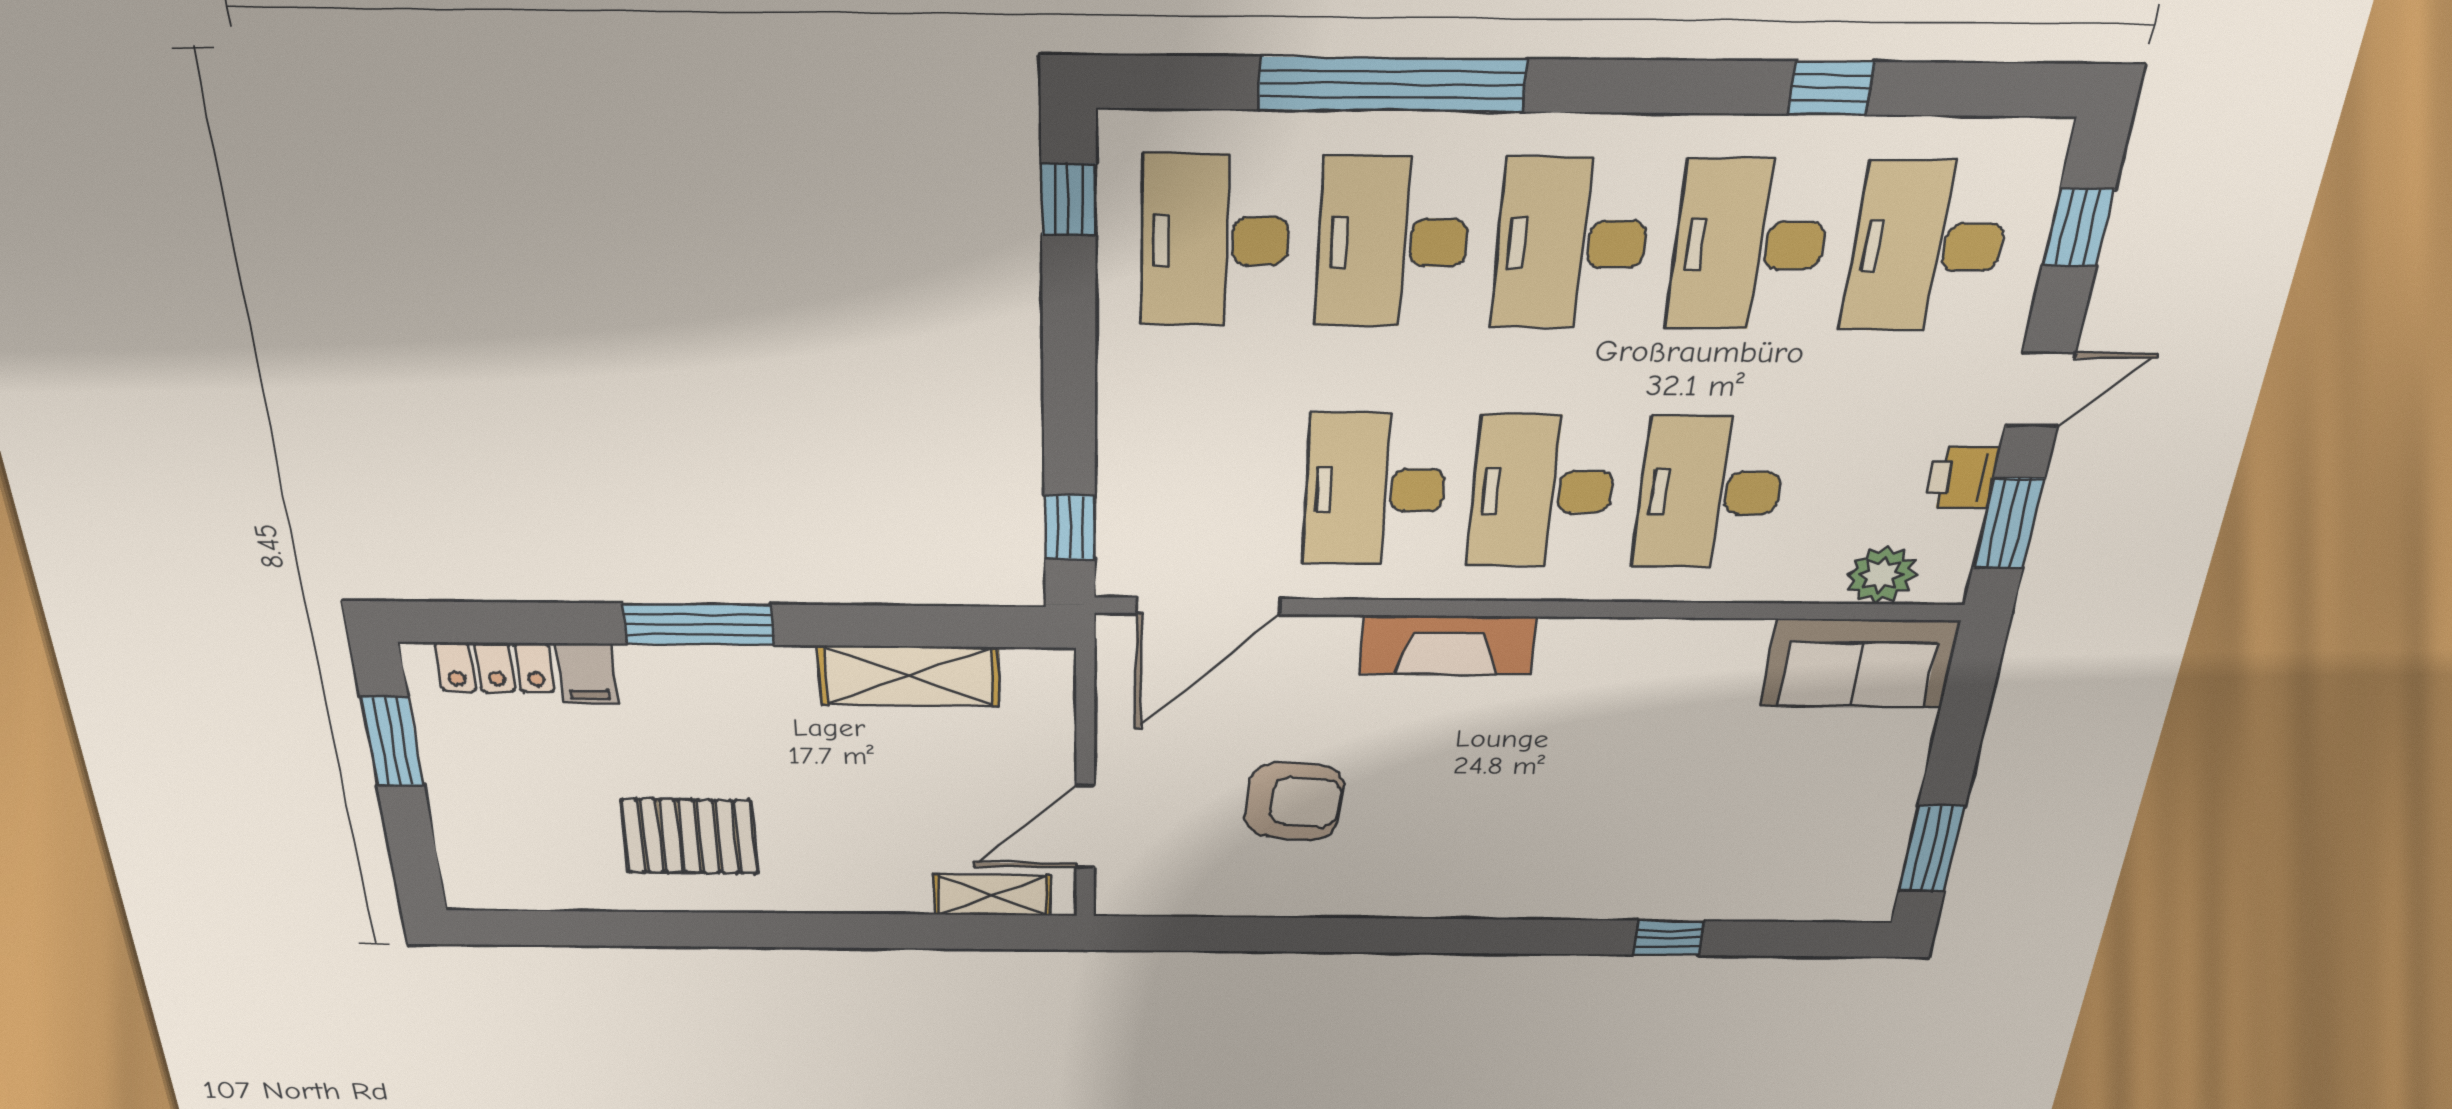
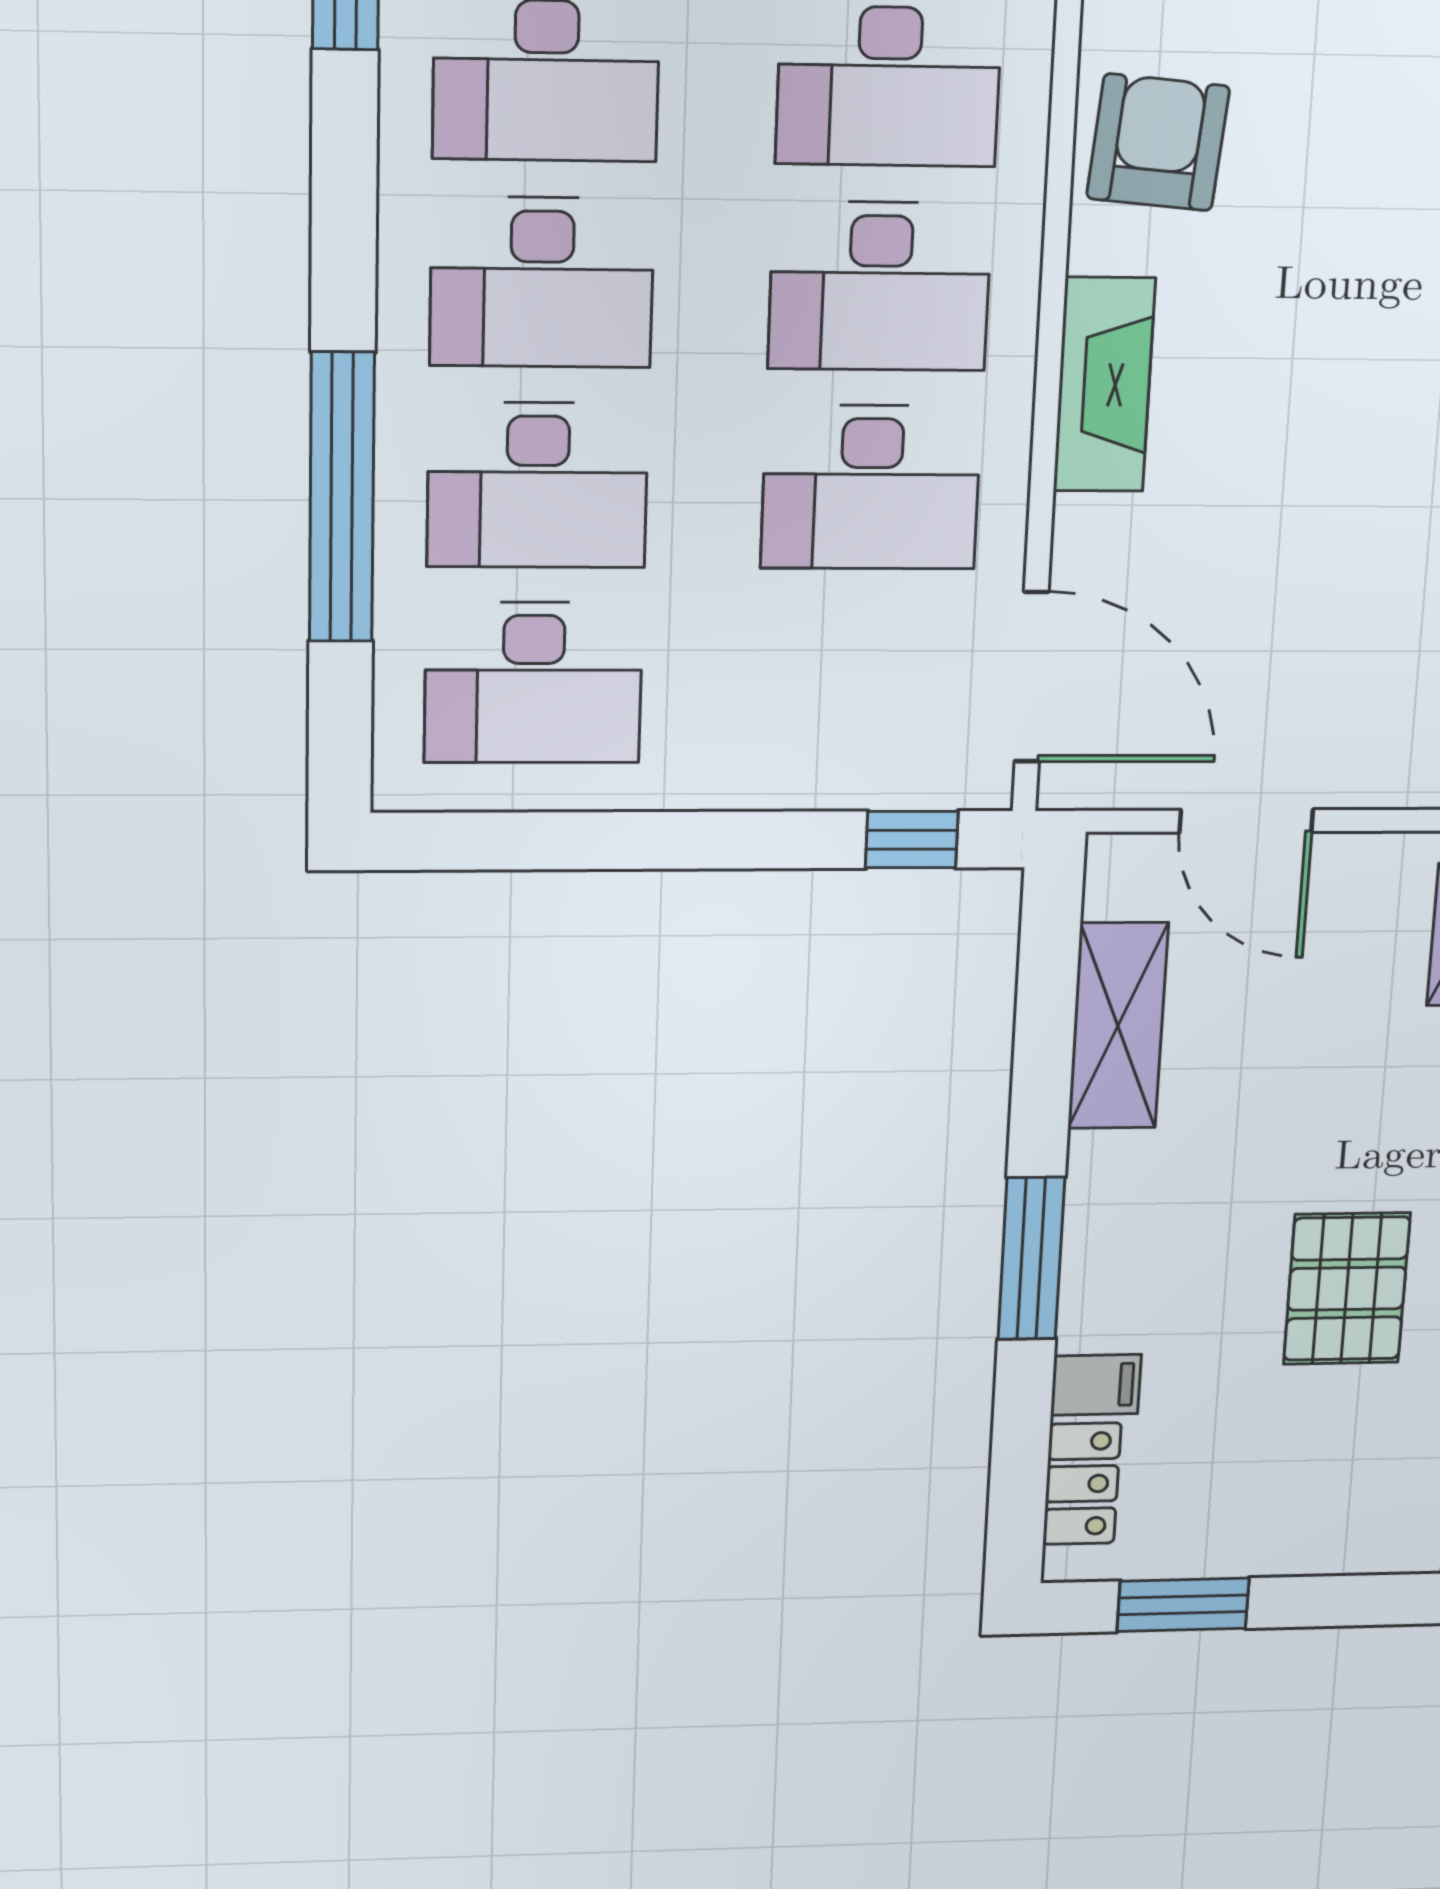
window: (1069, 200) -> (481, 841), removed
armchair: (1294, 801) -> (1158, 142), moved
door: (1085, 827) -> (1246, 821), moved

